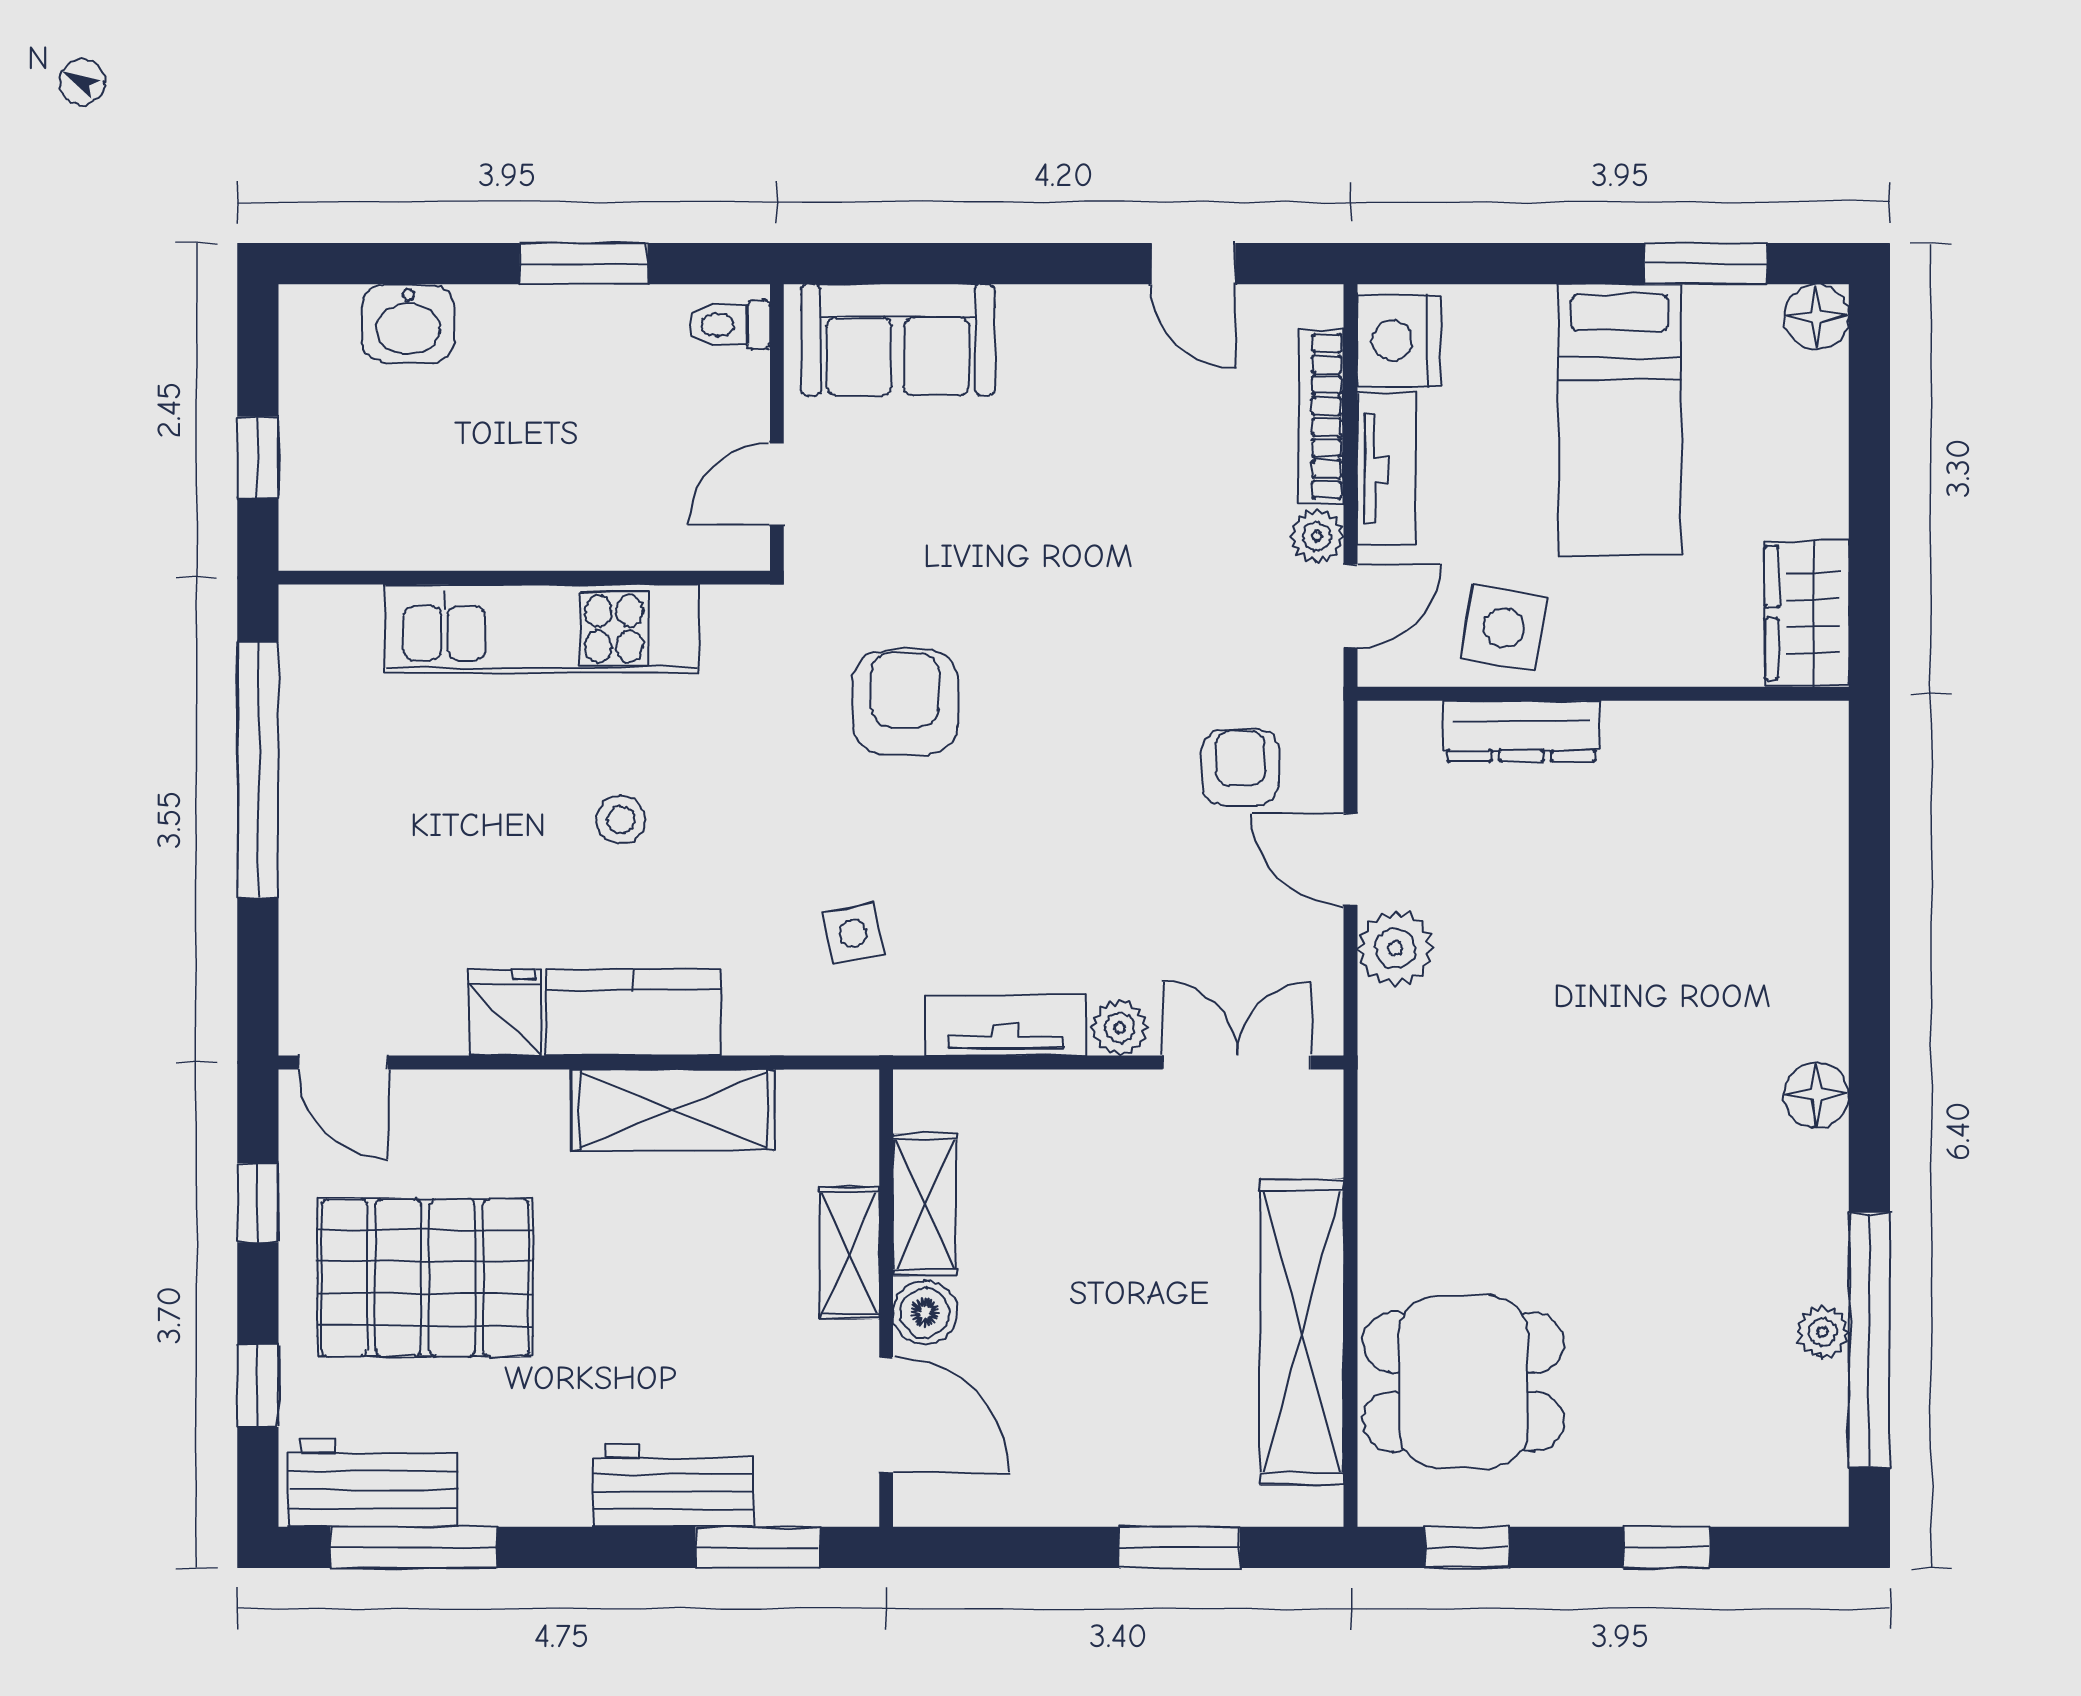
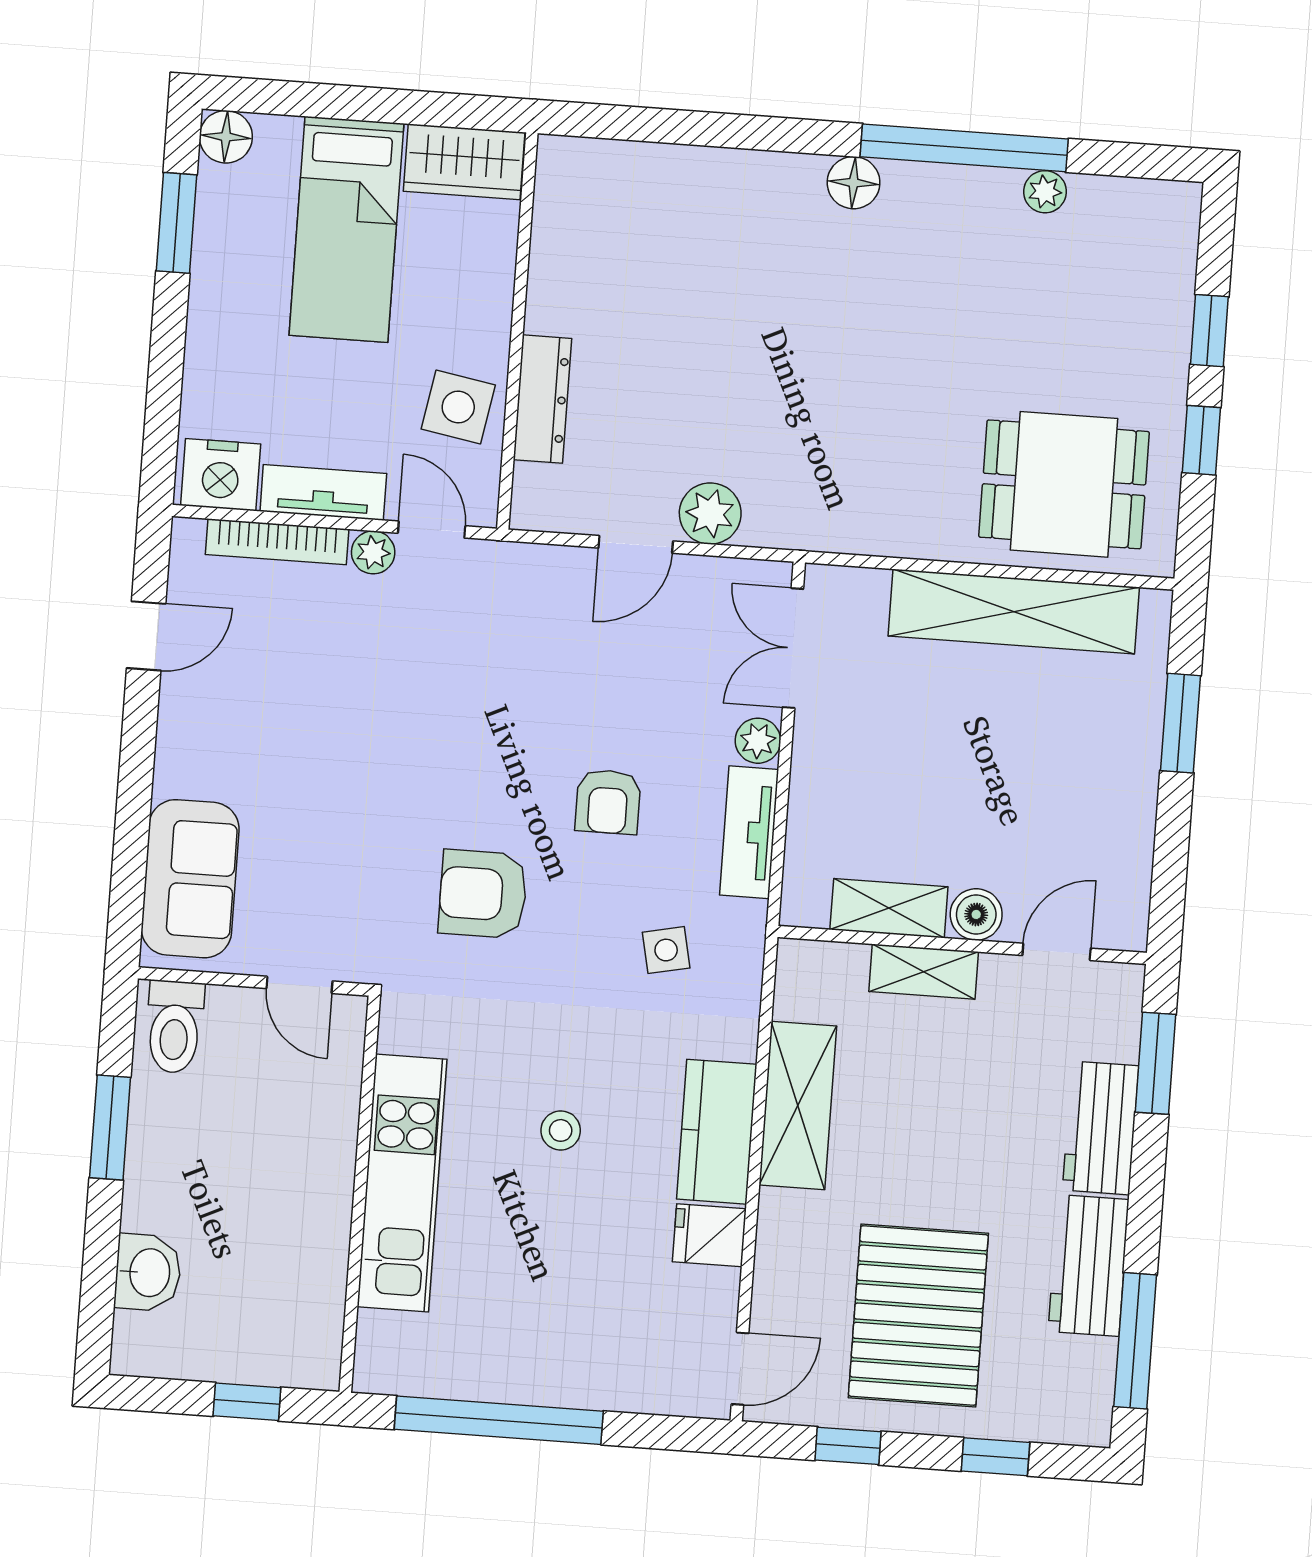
toilet: (729, 325) -> (175, 1027), width x1.37, depth x1.39
bed: (1619, 420) -> (346, 229), moved, turned 90
armchair: (1240, 767) -> (608, 802), moved, turned -90
window: (1869, 1340) -> (964, 148), moved
dining table: (1463, 1382) -> (1064, 484), turned 90
door: (886, 1415) -> (1057, 952), width x0.73
workbench: (373, 1483) -> (1088, 1265), moved
window: (1467, 1547) -> (1201, 440), moved

